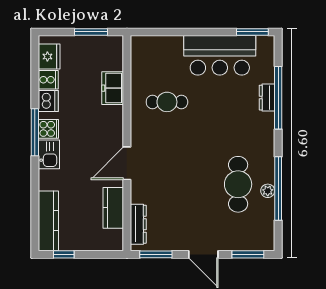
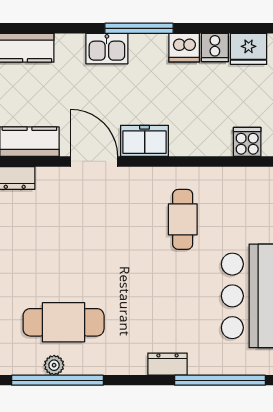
freezer: (113, 88) -> (145, 141), moved
dresser: (267, 98) -> (168, 364), moved
window: (278, 98) -> (220, 380), moved
cooker: (48, 129) -> (247, 142), moved, turned 180

